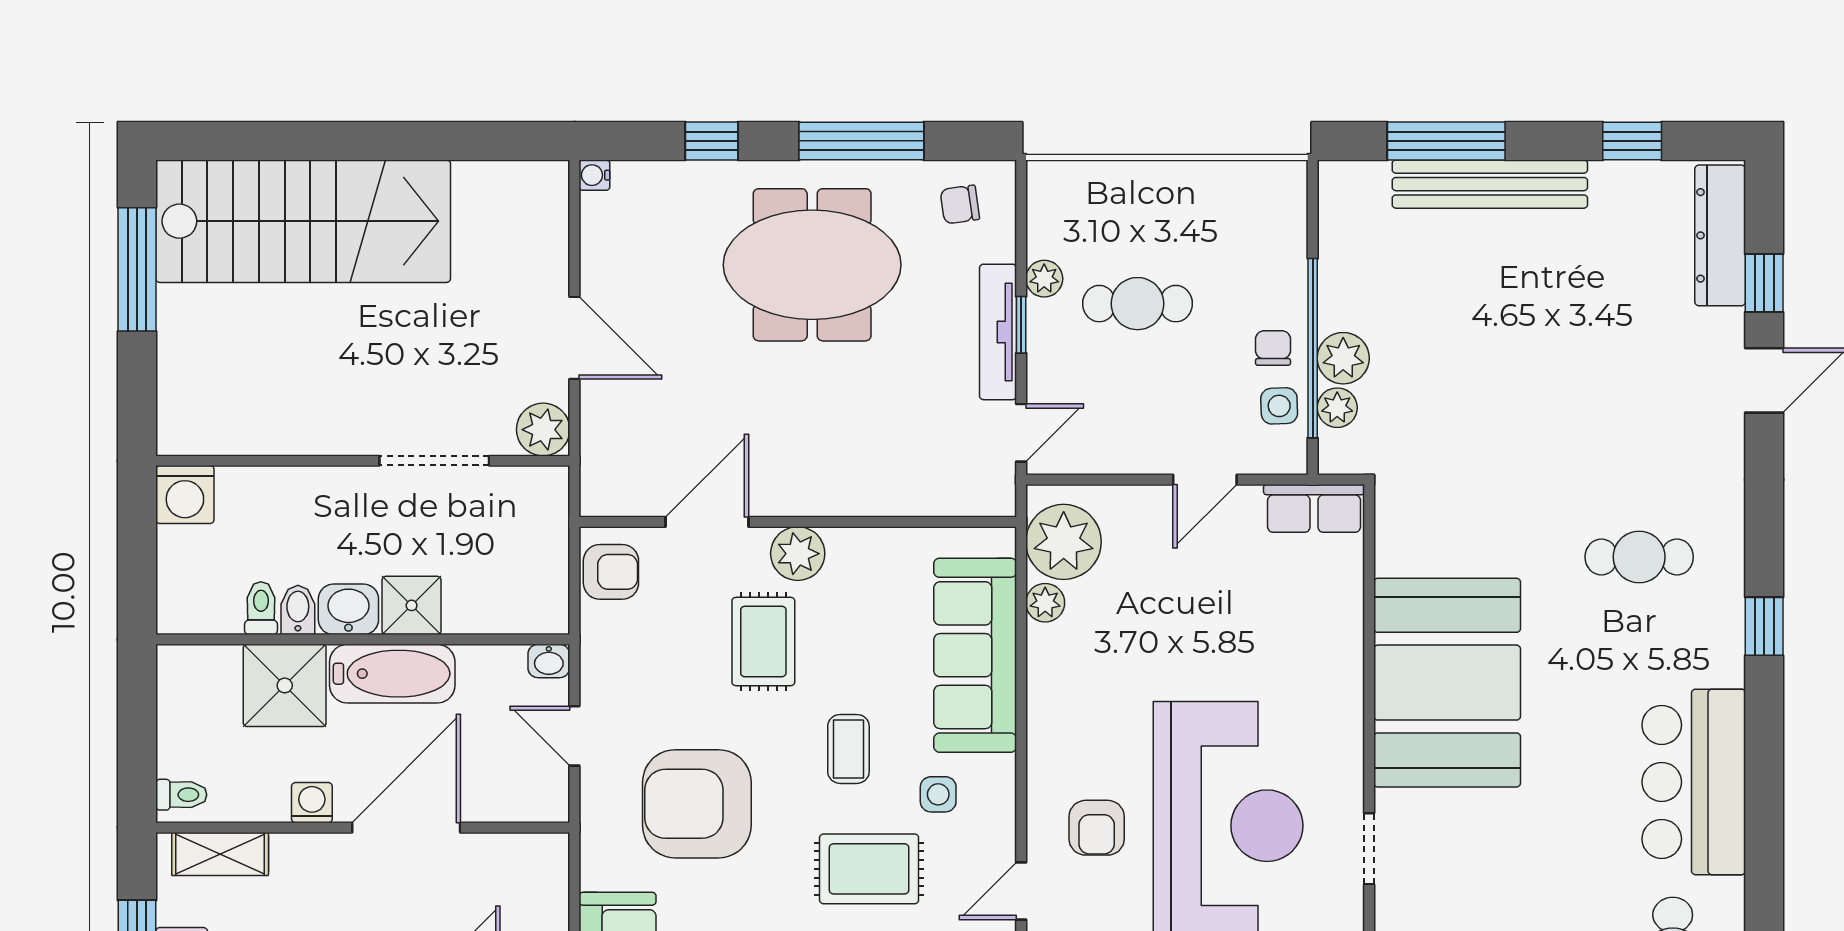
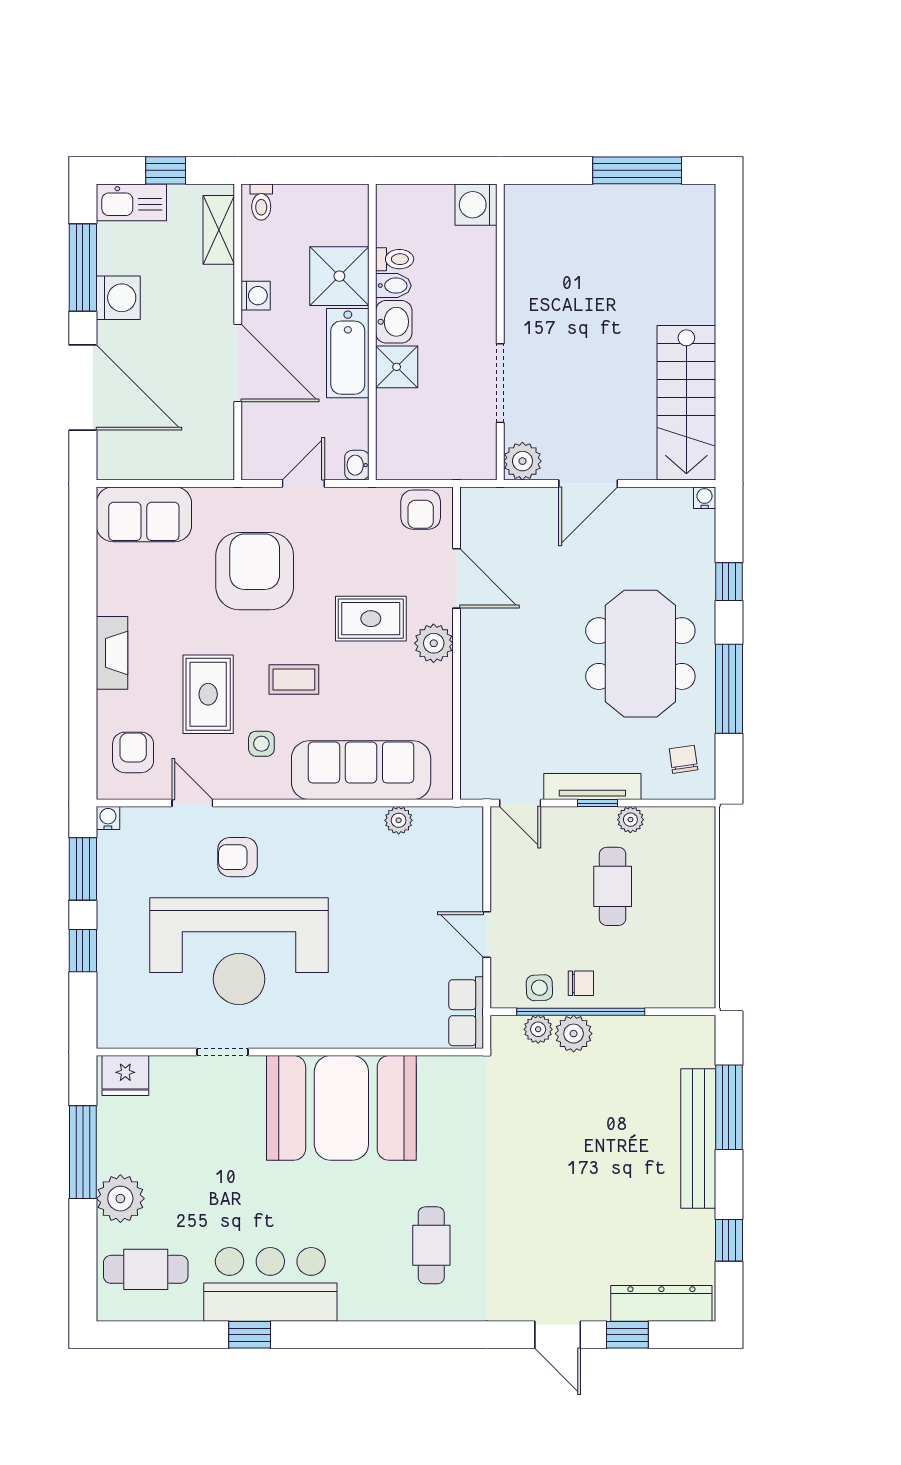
stairs: (303, 221) -> (686, 403), moved, width x0.73, depth x0.66
plant: (1064, 542) -> (442, 833), removed
window: (1764, 626) -> (250, 1335), moved

